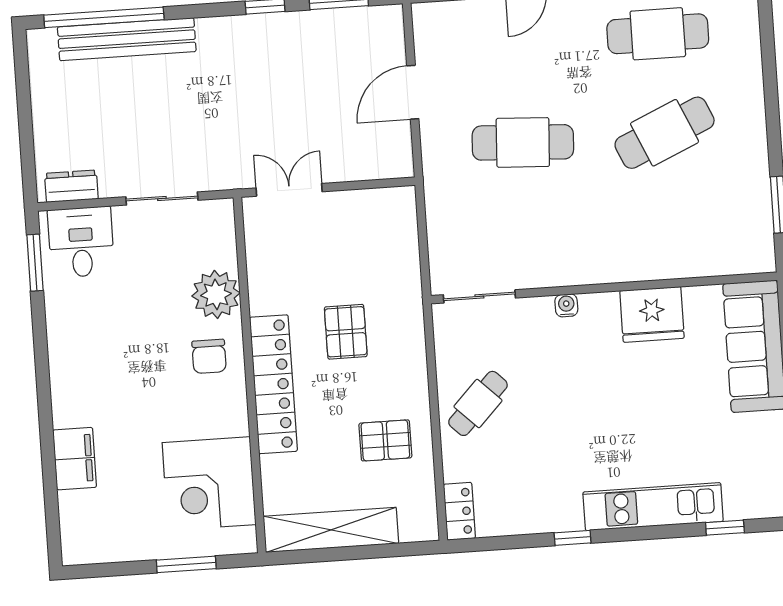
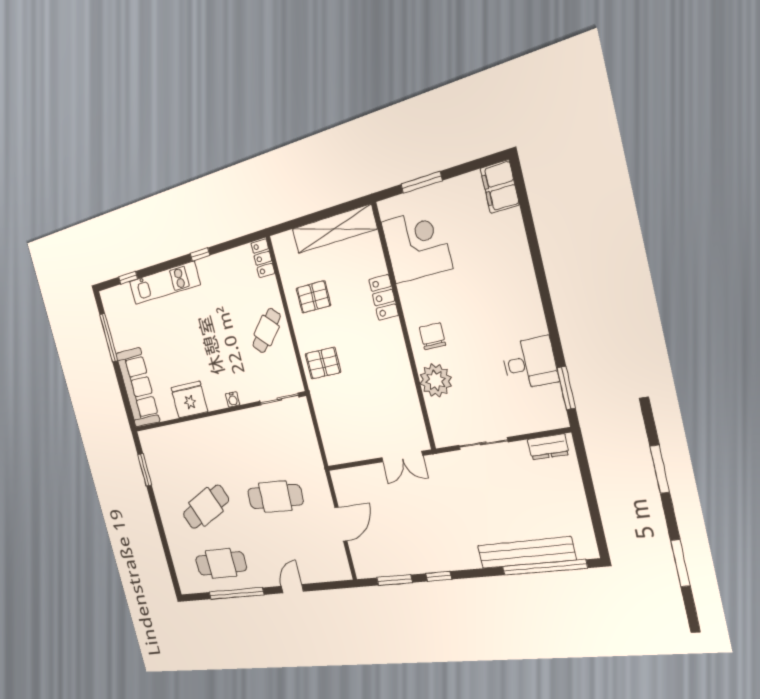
desk: (81, 242) -> (530, 363), moved, turned -90
pallet: (346, 332) -> (323, 363), moved, turned 90
locker: (273, 384) -> (384, 298), width x0.46, depth x0.83
filing cabinet: (75, 459) -> (500, 187), moved

